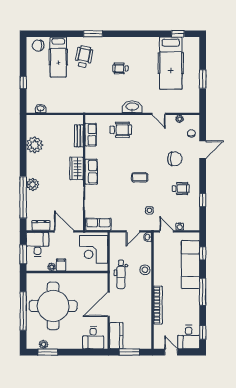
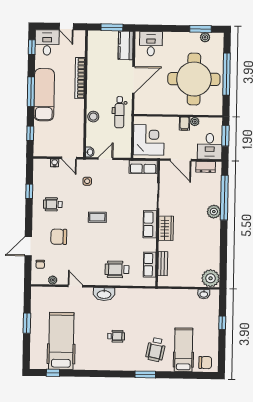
plant: (35, 145) -> (211, 278), moved
exam couch: (190, 265) -> (44, 95), moved
dental chair: (121, 274) -> (119, 112), turned 180

